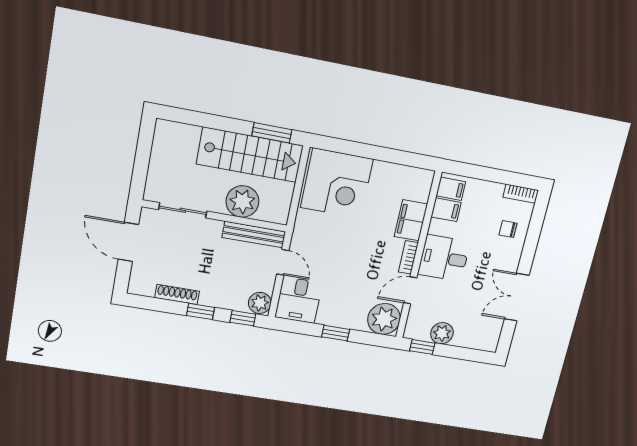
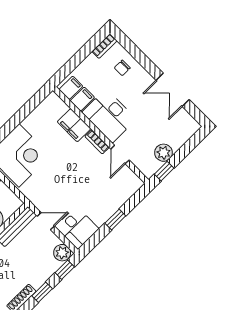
desk: (444, 258) -> (109, 116), width x1.37
plant: (384, 319) -> (127, 183), removed

